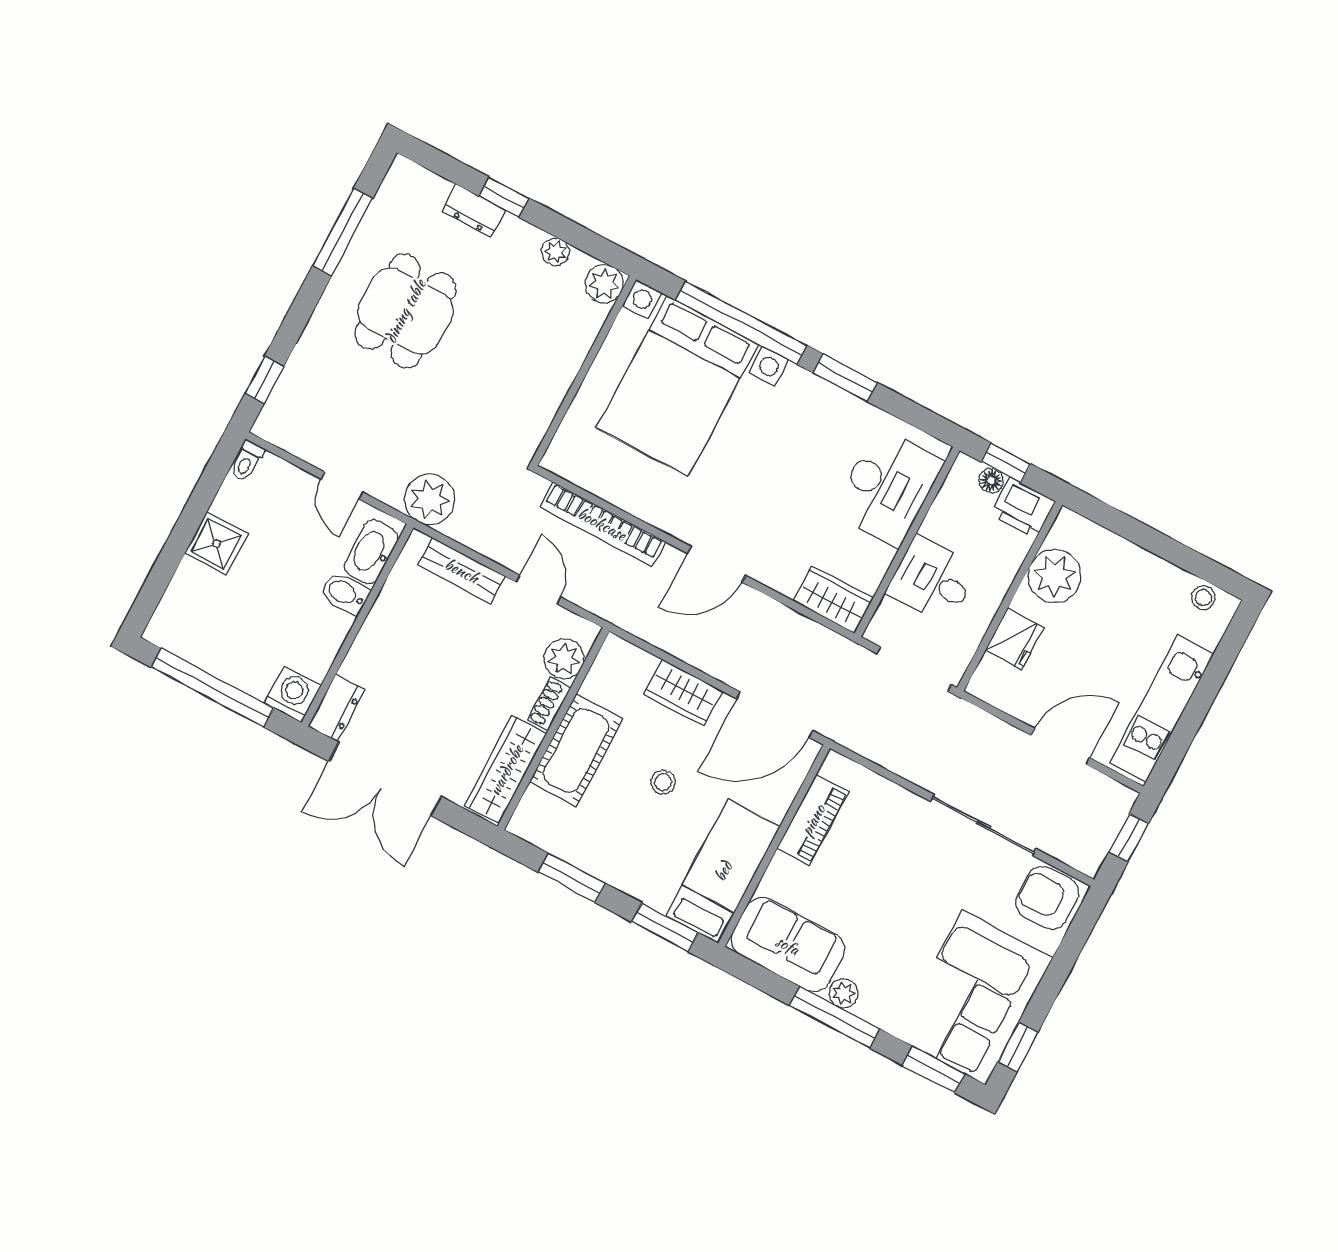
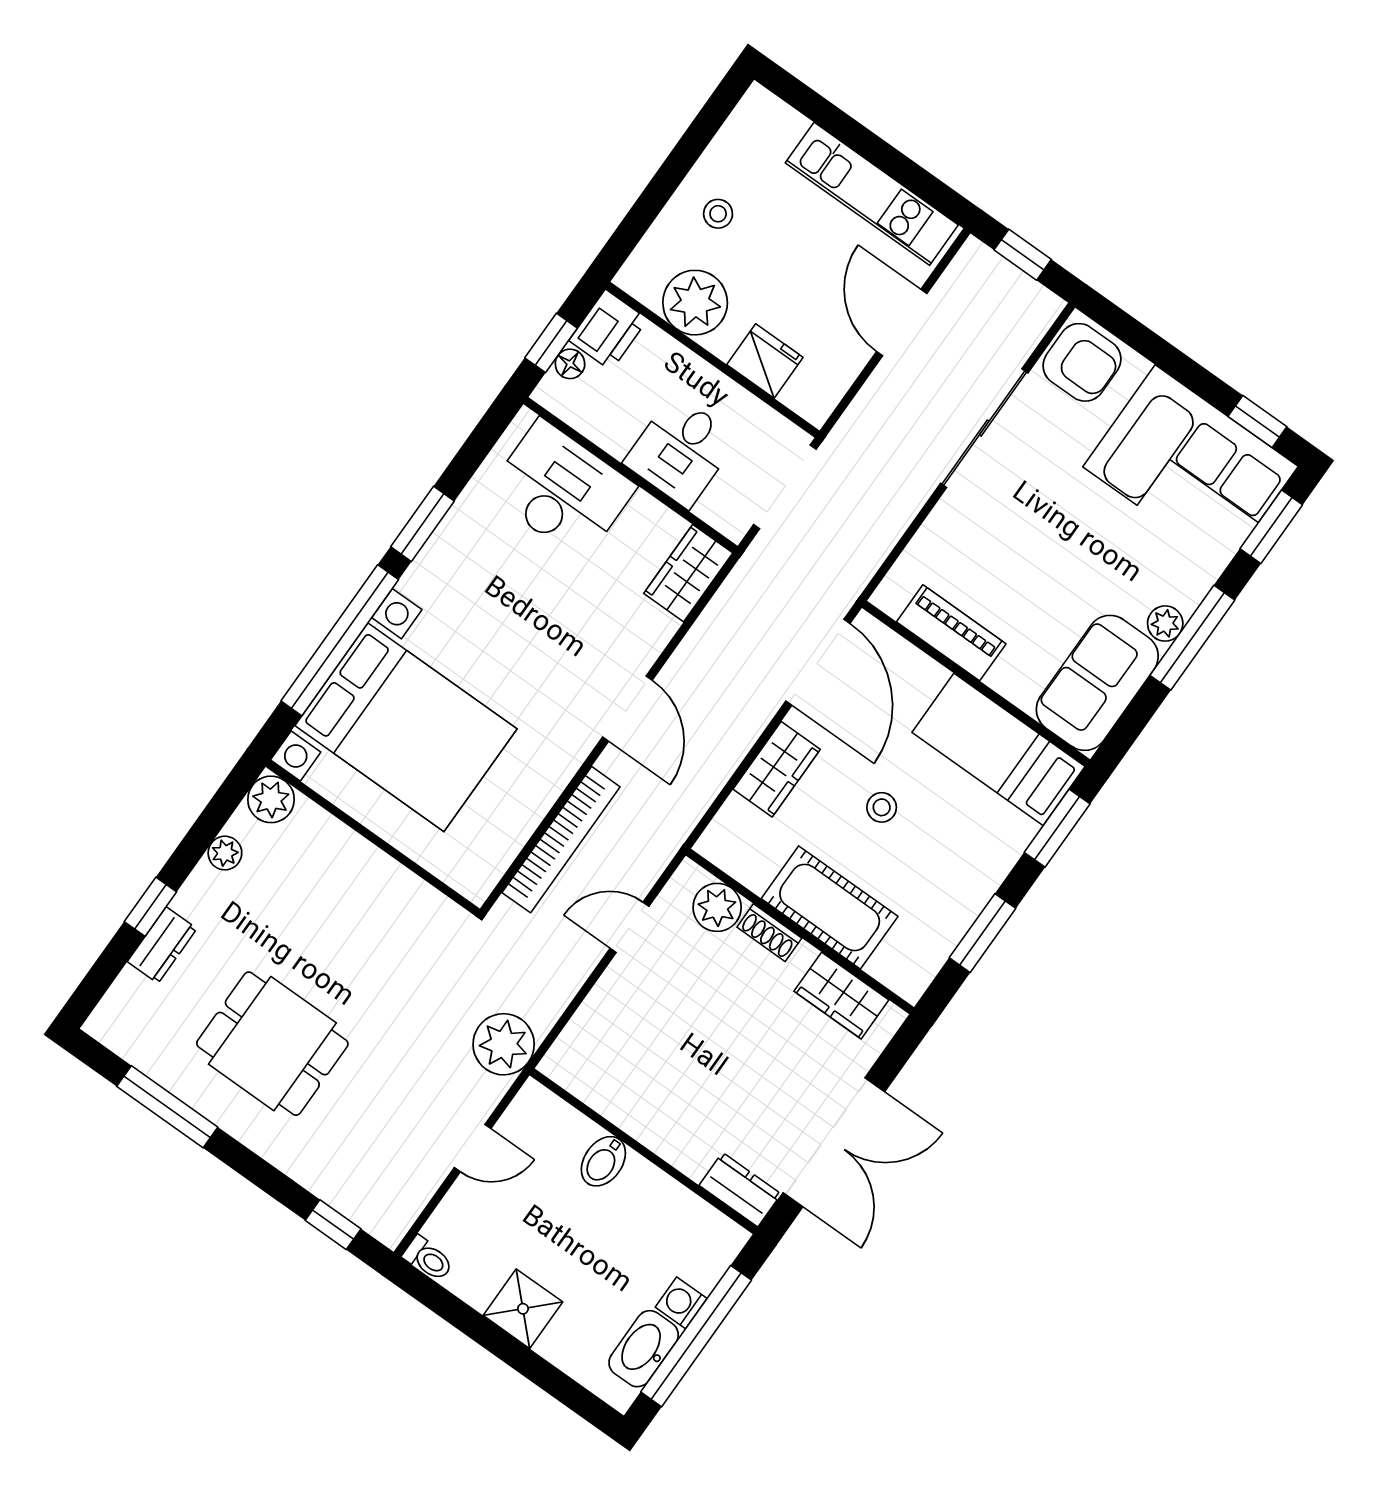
washbasin: (371, 552) -> (644, 1349), moved, turned 90
bench: (462, 571) -> (595, 1017), removed
stool: (1203, 597) -> (718, 214), moved
washing machine: (292, 694) -> (681, 1303), moved, width x0.73, depth x0.73
wardrobe: (506, 770) -> (841, 996), width x0.67
armchair: (1047, 898) -> (1082, 362), turned -90

